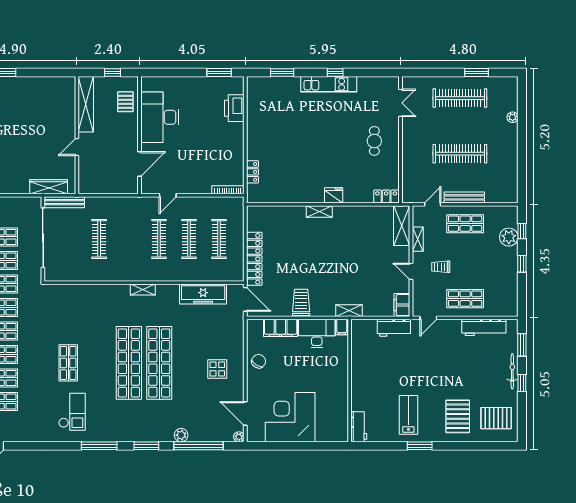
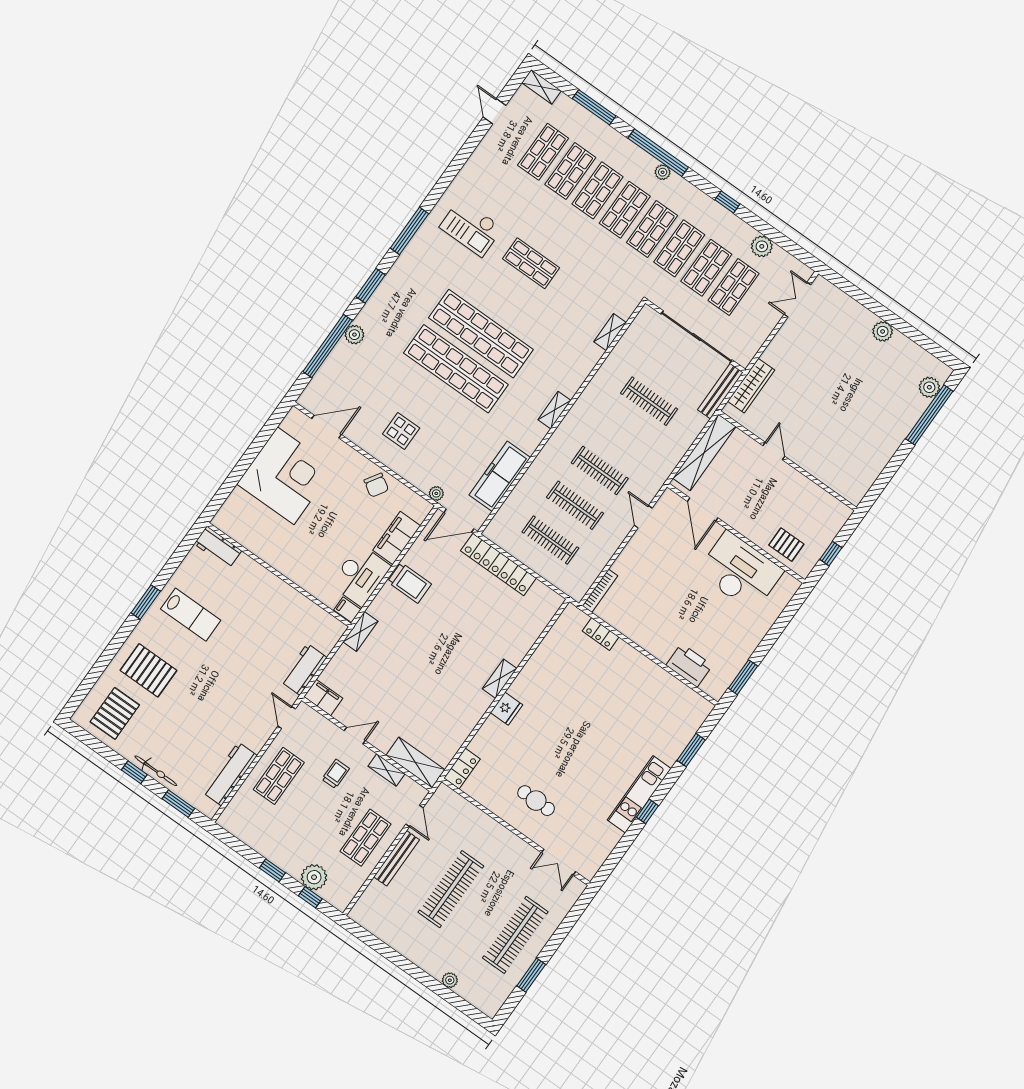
shelving: (86, 104) -> (704, 452), moved, turned 90
shelving: (75, 289) -> (610, 332), added
plant: (239, 437) -> (436, 493), moved

